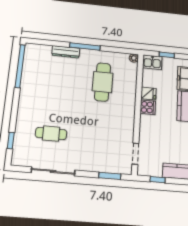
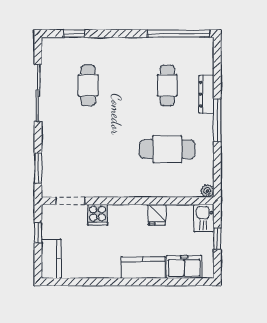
cafe table: (57, 78) -> (167, 85), added
cooker: (148, 107) -> (98, 215), moved

